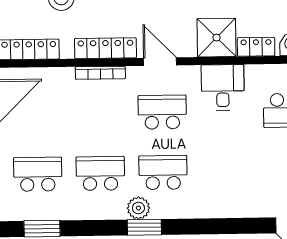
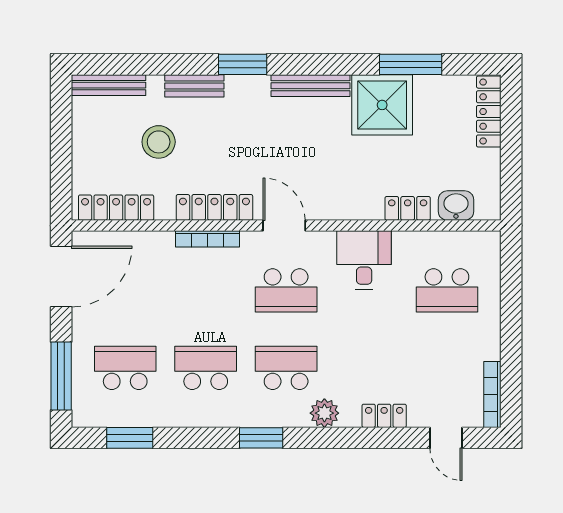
shower: (217, 38) -> (357, 196), removed
school desk: (162, 112) -> (286, 290), turned 180
plant: (138, 208) -> (324, 413), moved
locker: (240, 209) -> (384, 416), added

